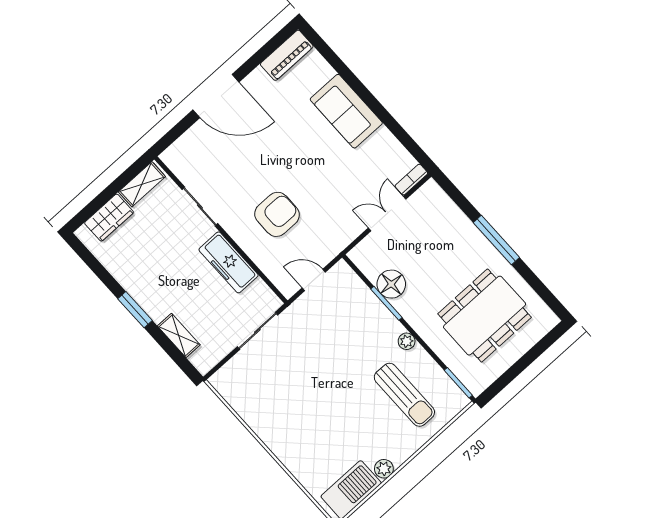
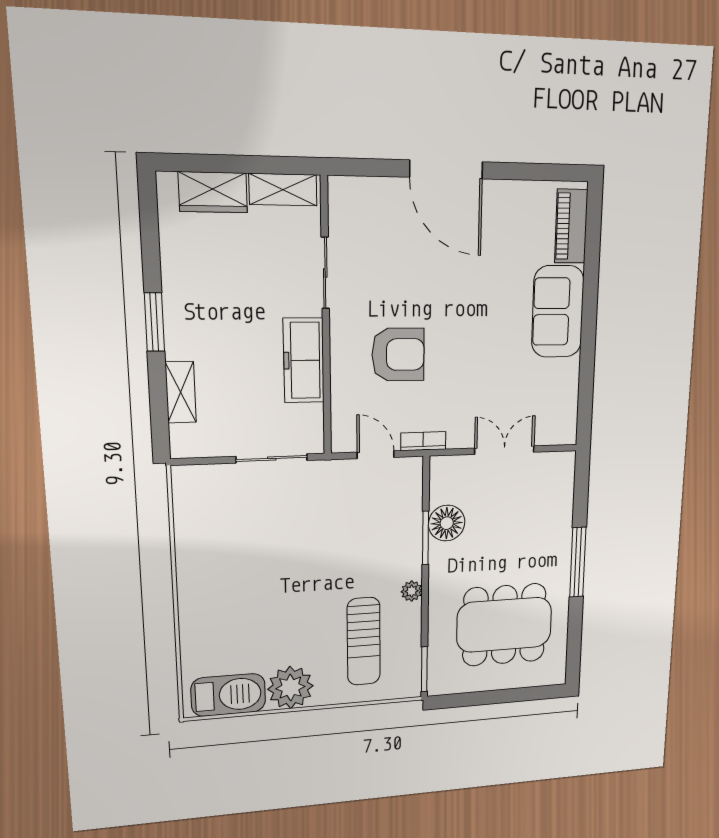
piano: (287, 55) -> (571, 226), moved, turned 90
bookcase: (411, 180) -> (423, 441), moved
plant: (384, 469) -> (290, 687), width x1.88, depth x1.88

